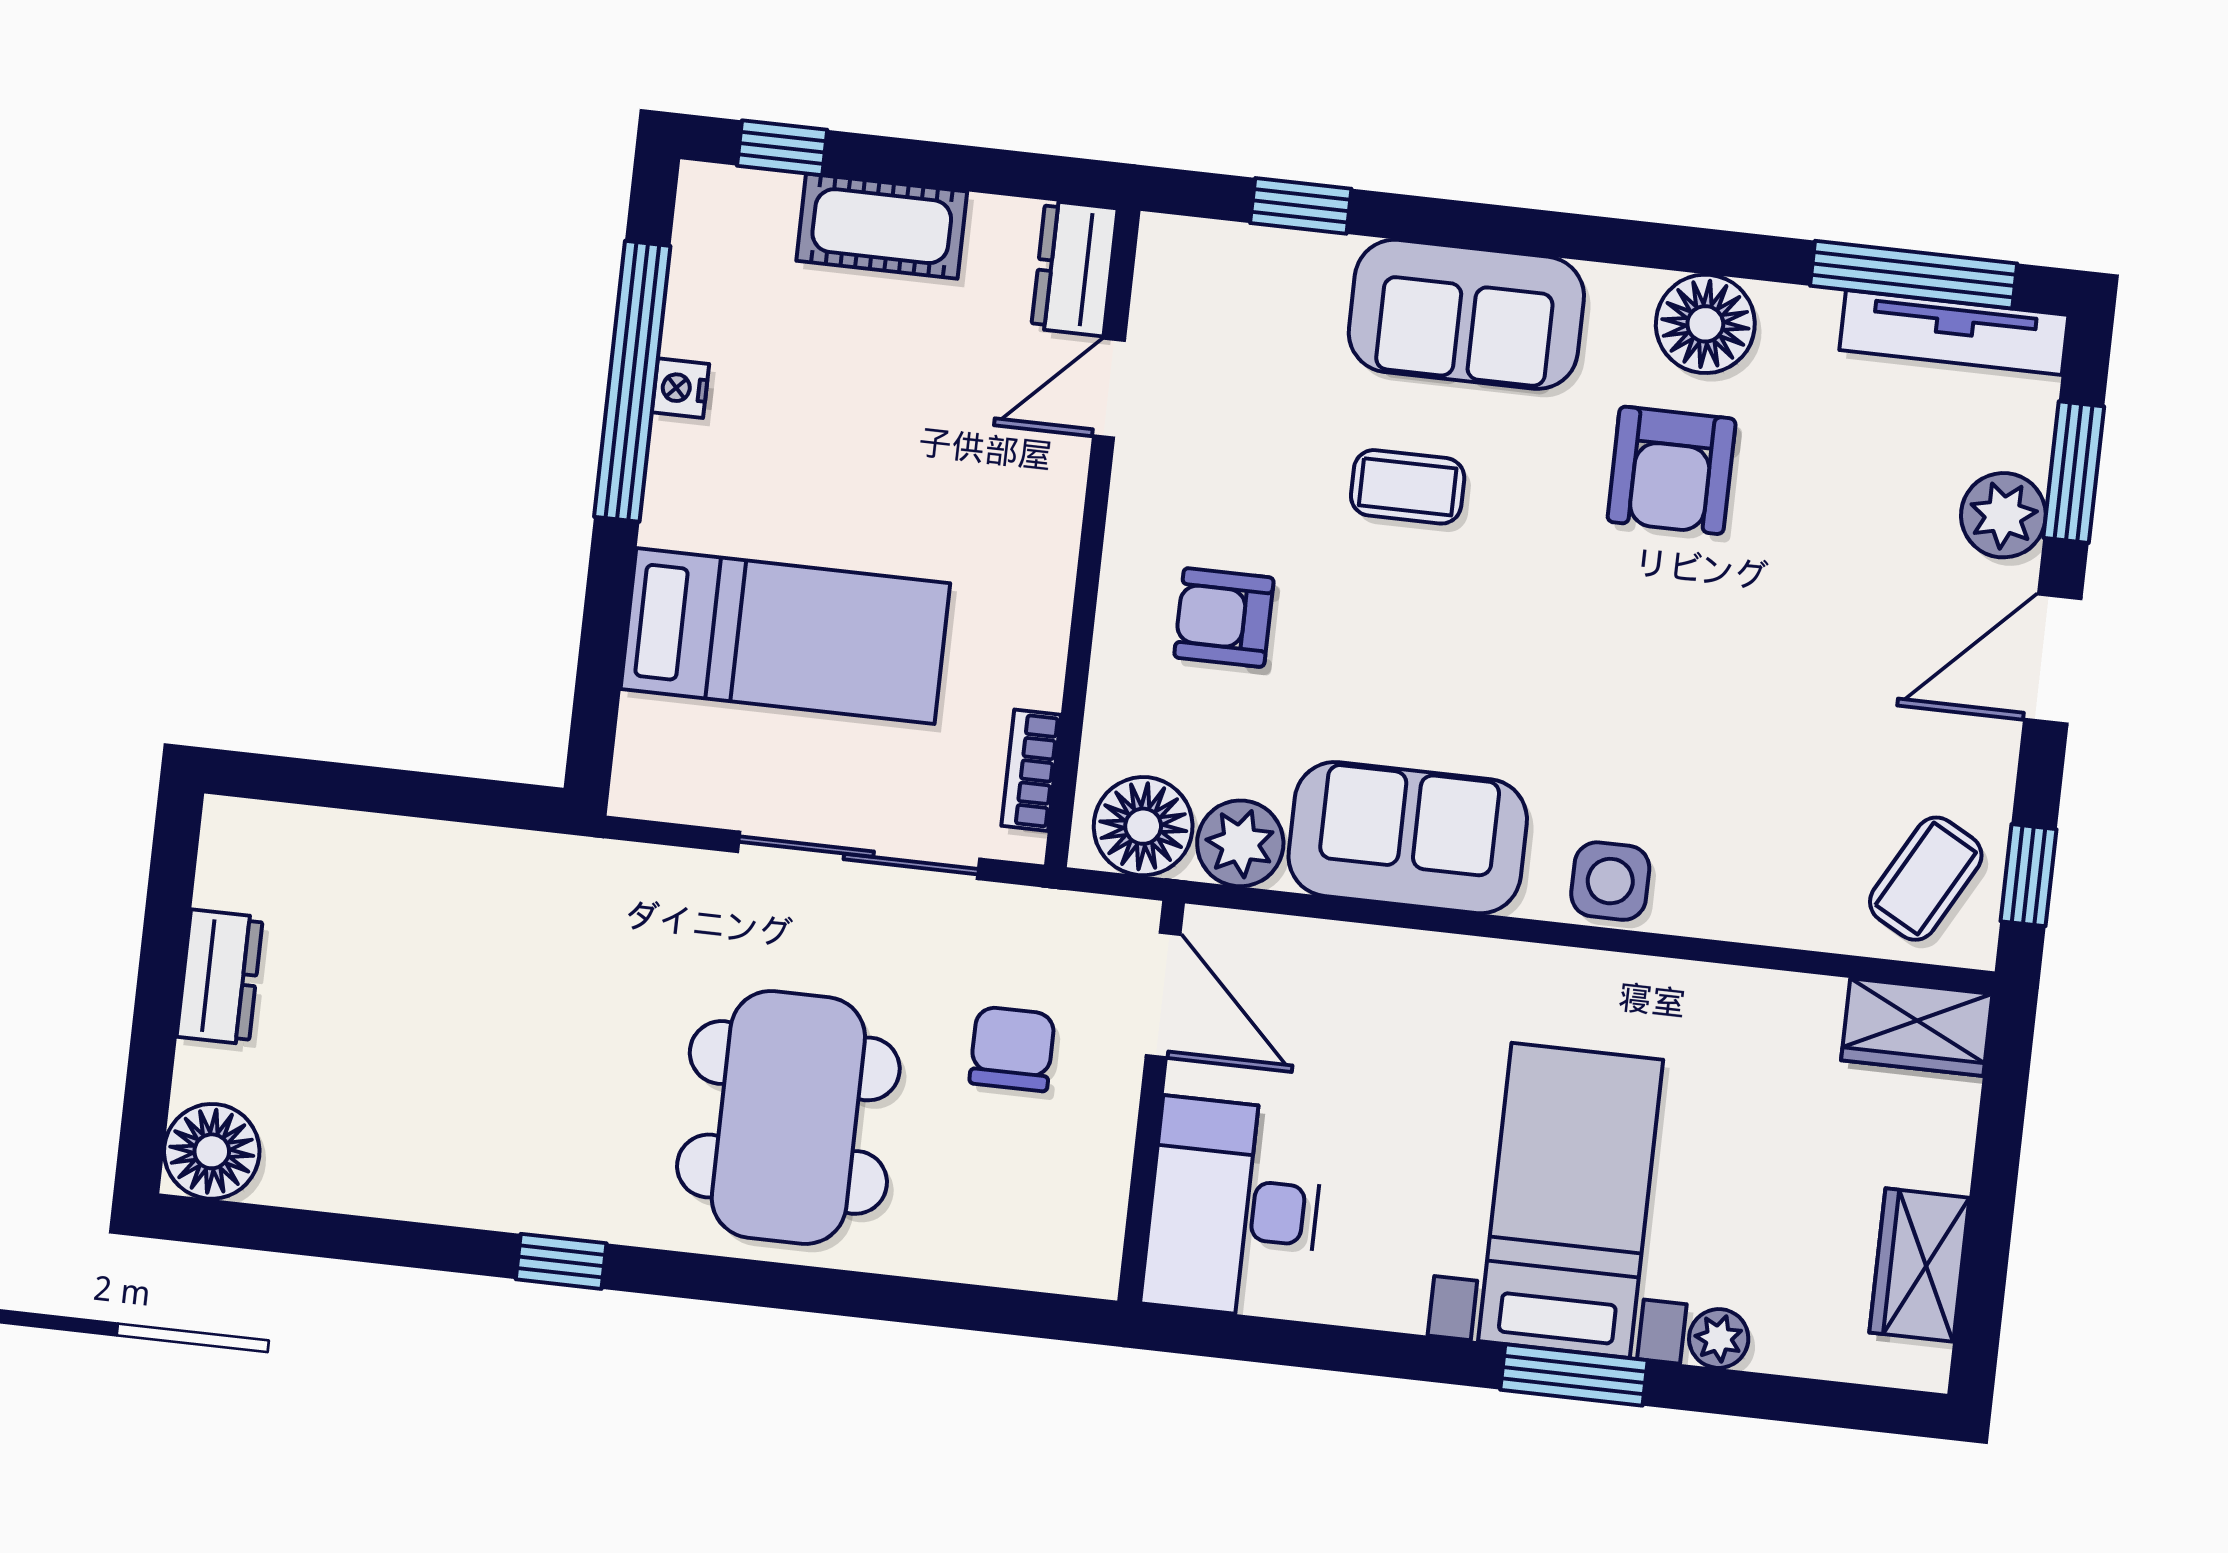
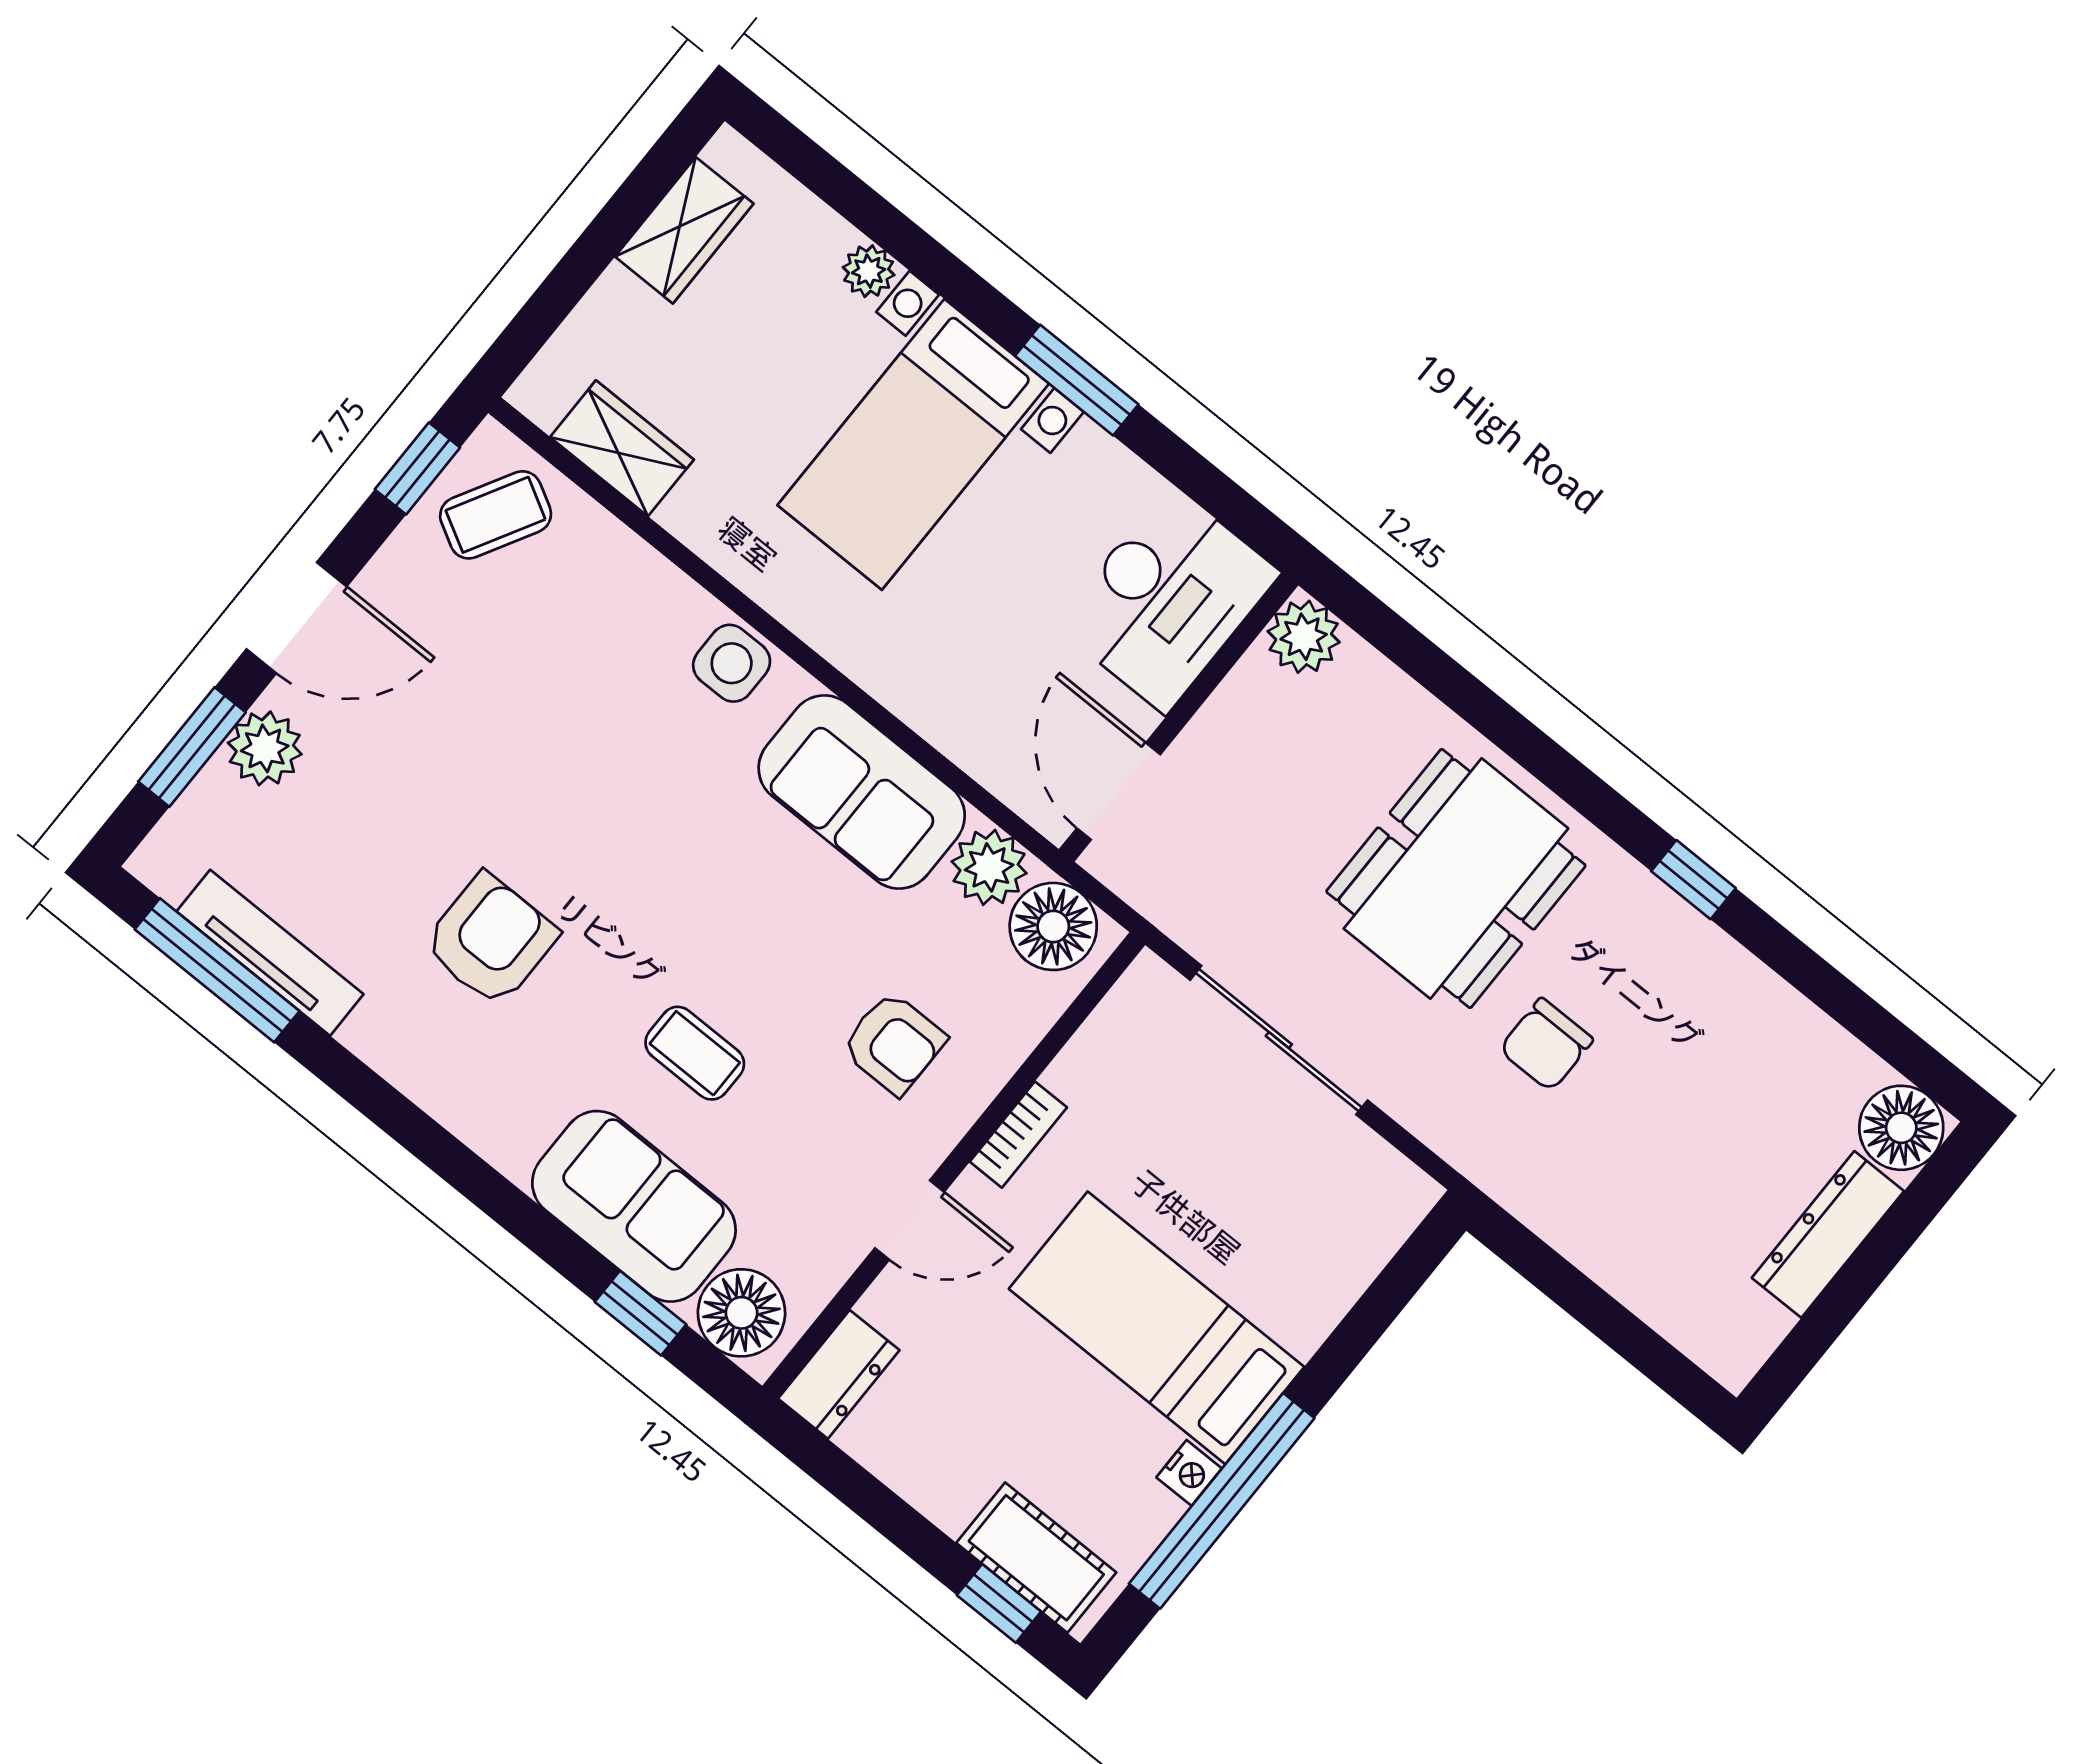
cot: (882, 226) -> (1036, 1558), moved
sofa: (1466, 314) -> (634, 1206), moved
floor lamp: (1705, 324) -> (741, 1313), moved
tv unit: (1954, 333) -> (270, 953), moved
door: (1109, 388) -> (909, 1220), moved
bed: (785, 636) -> (1156, 1328), moved
bookcase: (1031, 770) -> (1018, 1135), moved
dresser: (220, 977) -> (1828, 1234), width x1.44
wardrobe: (1917, 1027) -> (622, 448), moved
chair: (1012, 1049) -> (1546, 1045), moved
plant: (1081, 1255) -> (1304, 637), added
window: (1574, 1375) -> (1077, 380), moved

